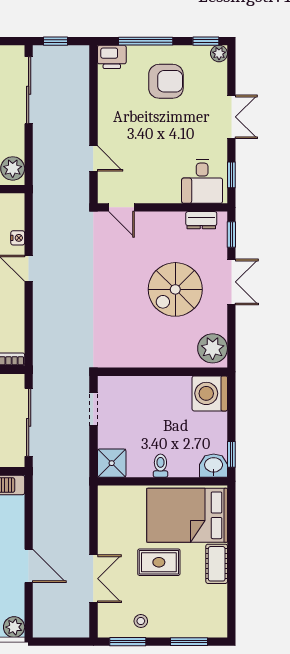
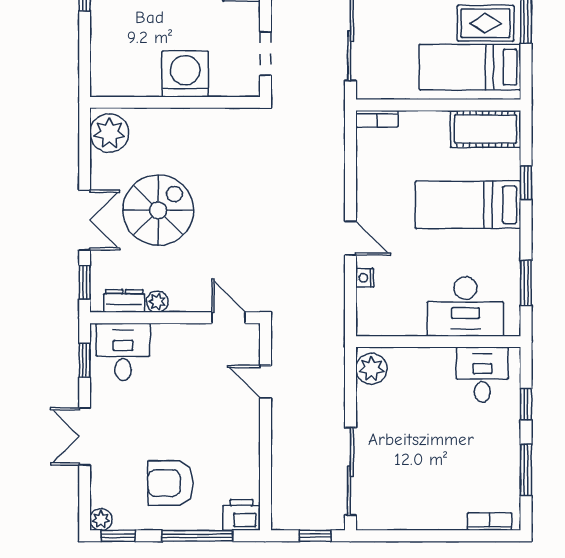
plant: (176, 220) -> (157, 302), added
double door: (231, 282) -> (85, 220), swing flipped
washing machine: (210, 393) -> (185, 74), moved, turned -90

